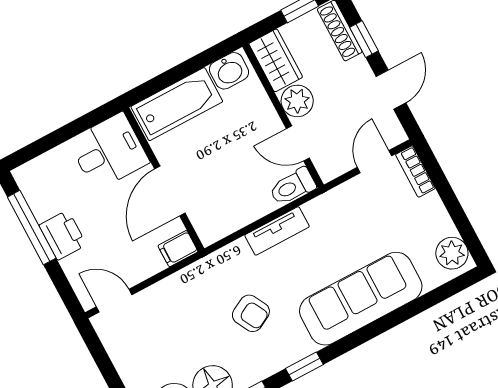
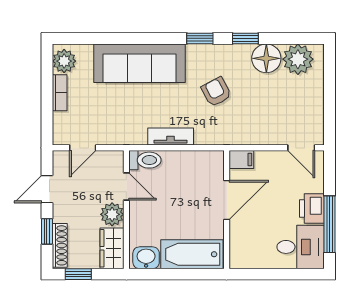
desk: (109, 152) -> (301, 247), moved, turned 180
bookcase: (415, 171) -> (60, 93), moved

